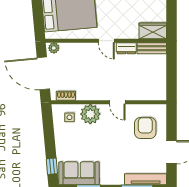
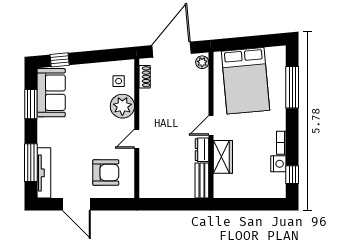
wardrobe: (153, 31) -> (223, 157), moved

